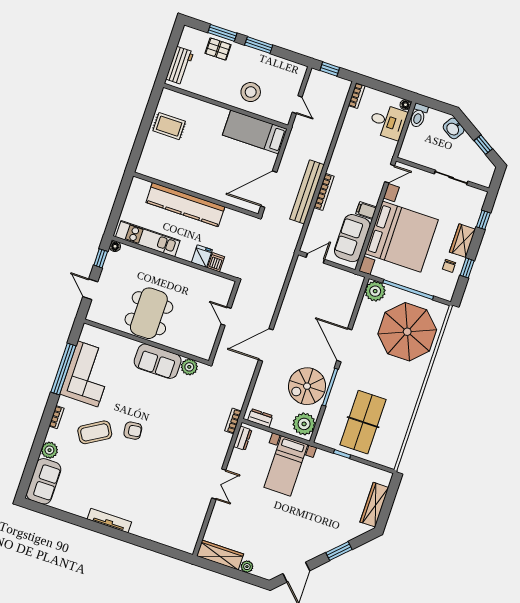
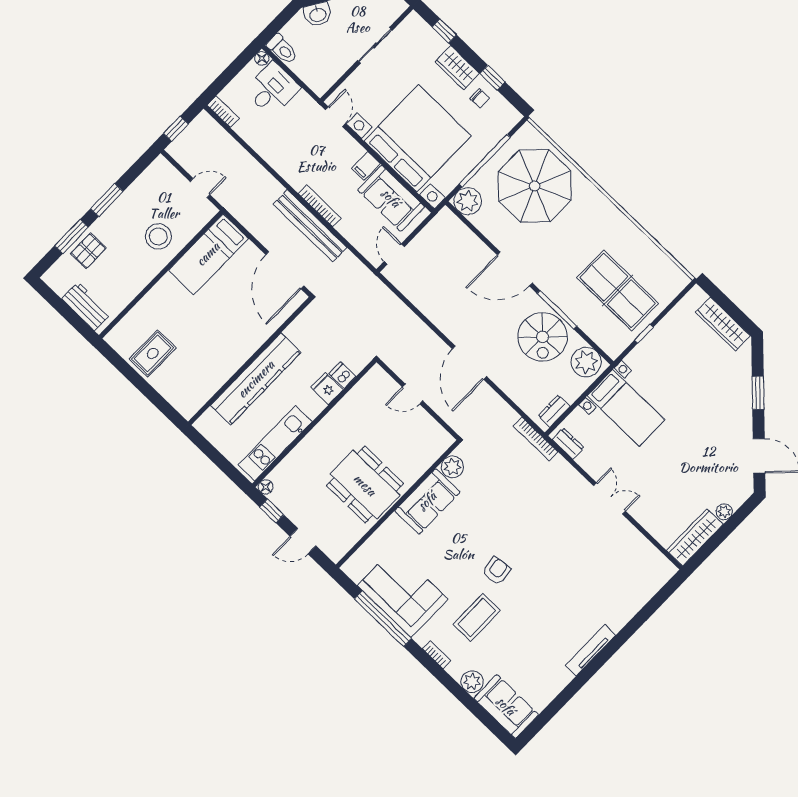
bookcase: (233, 421) -> (536, 439), width x1.56
coffee table: (95, 432) -> (477, 617), turned 31

